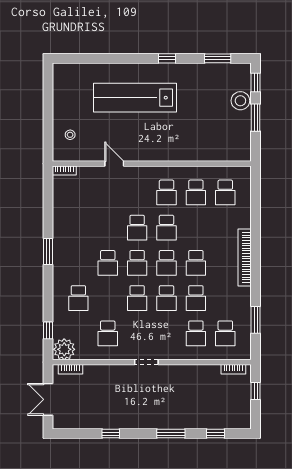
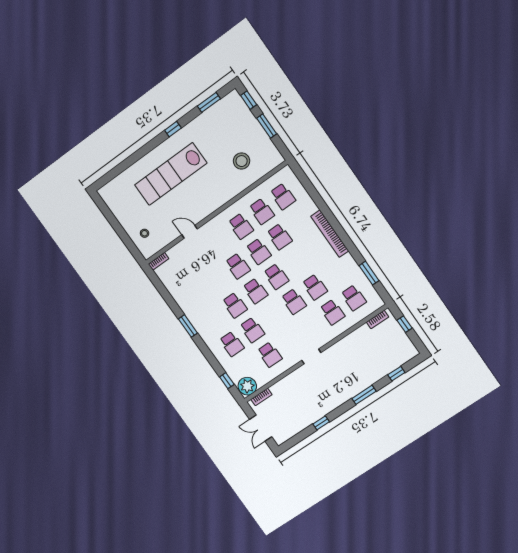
stool: (240, 101) -> (242, 161), moved
school desk: (196, 263) -> (280, 237), moved
school desk: (137, 298) -> (252, 330), moved

